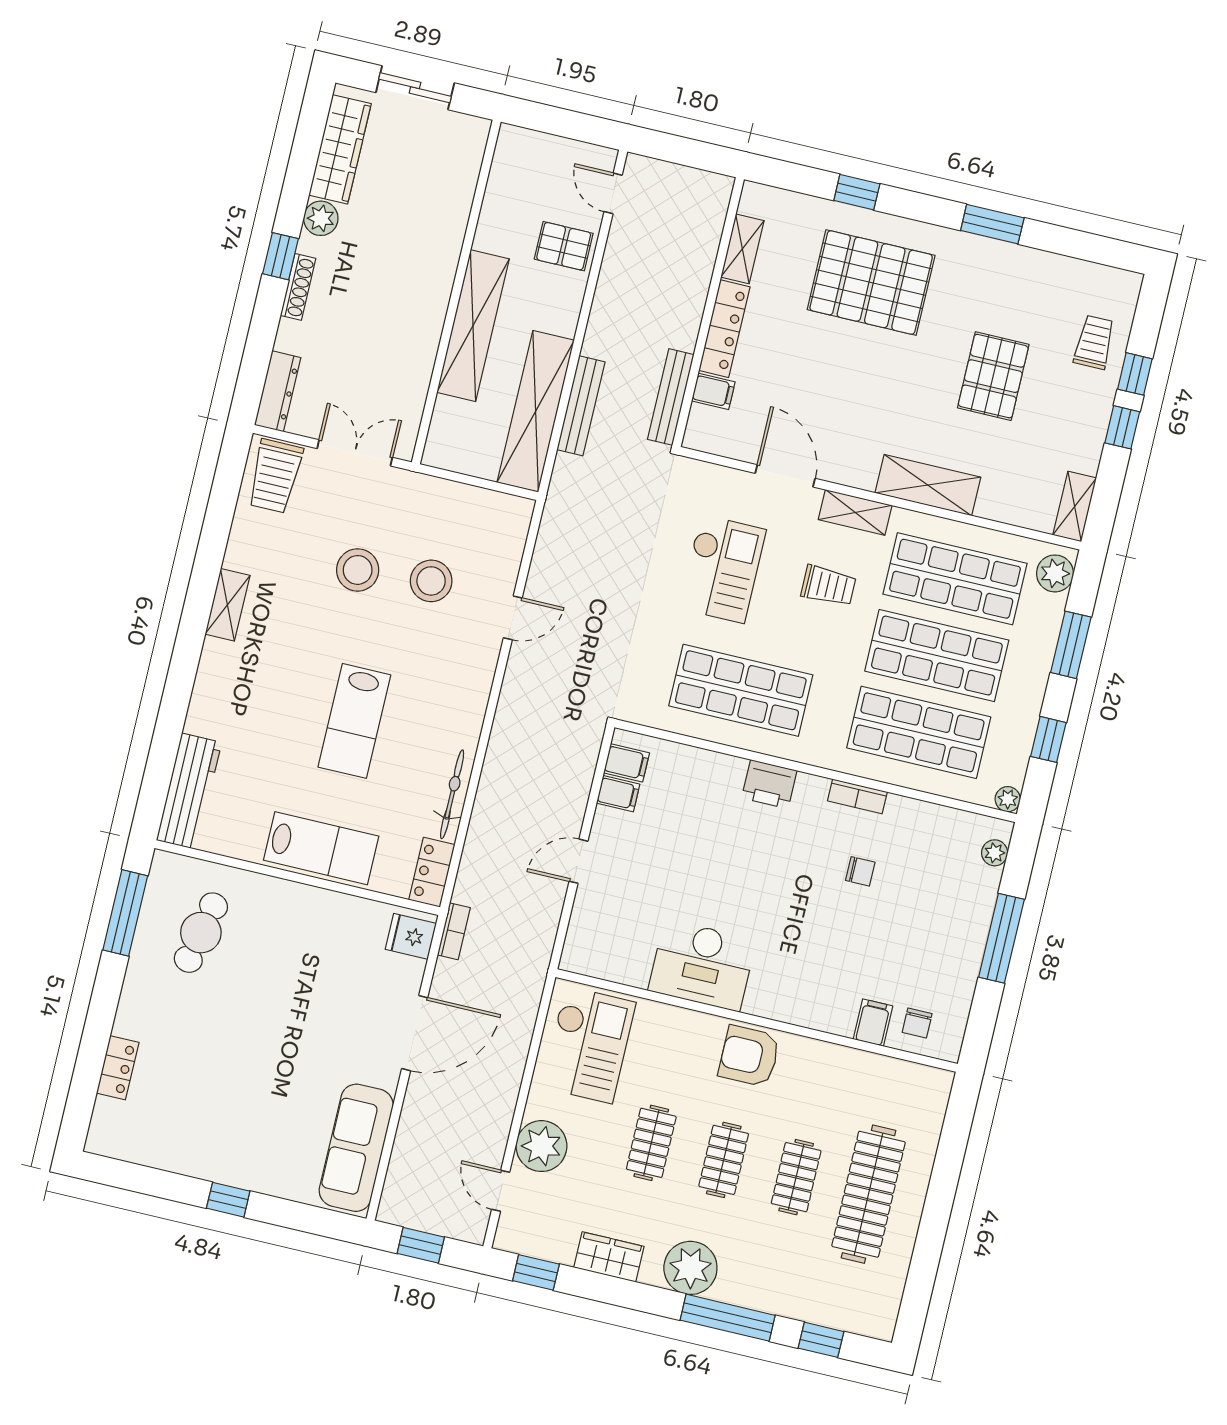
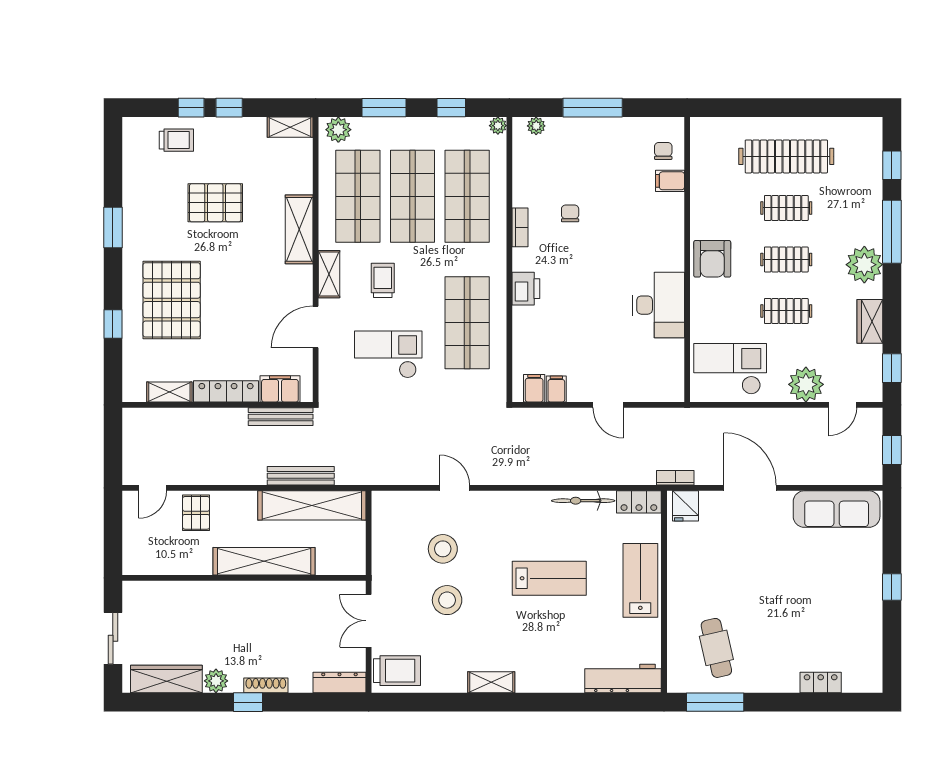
trolley: (1094, 342) -> (176, 140), turned 180
filing cabinet: (713, 391) -> (280, 389), width x2.00
cafe table: (201, 933) -> (716, 648), turned 65
chair: (917, 1023) -> (663, 151), turned -90

